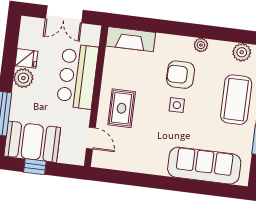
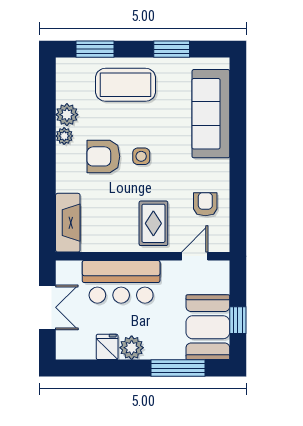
plant: (242, 52) -> (67, 115), moved
armchair: (180, 75) -> (103, 156), turned 90
rug: (122, 108) -> (153, 223), turned 90
armchair: (132, 152) -> (205, 204), added

